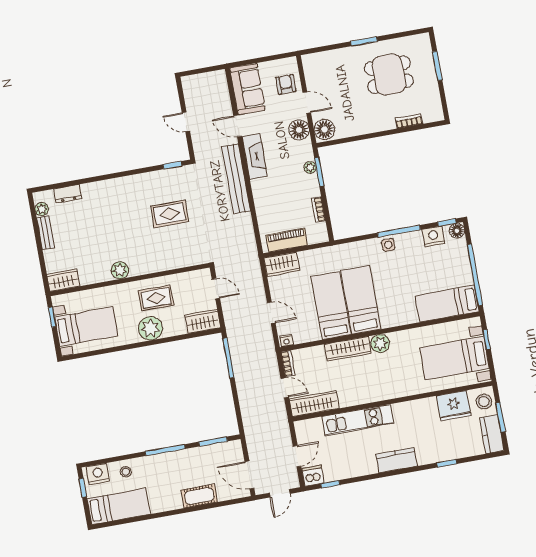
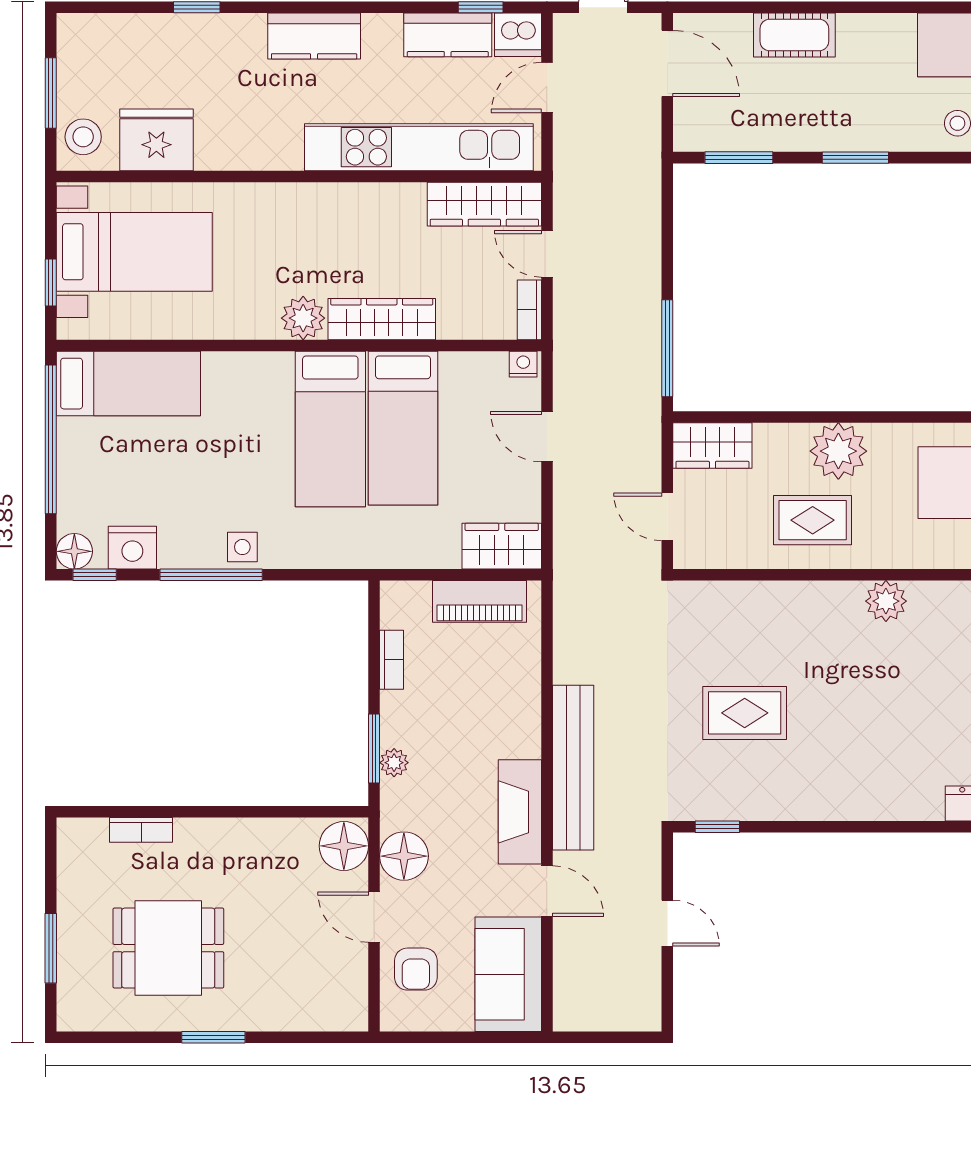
kitchen unit: (358, 420) -> (419, 147), width x1.36
kitchen counter: (492, 434) -> (448, 35), moved, turned 90
window: (165, 450) -> (855, 158), width x0.69

